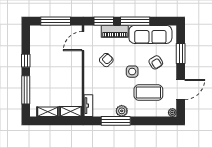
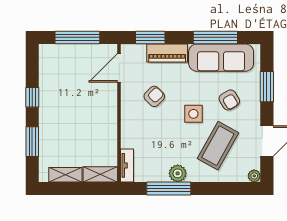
window: (135, 21) -> (215, 37), moved
window: (26, 90) -> (32, 142), width x0.69
coffee table: (148, 93) -> (218, 146), turned -61

